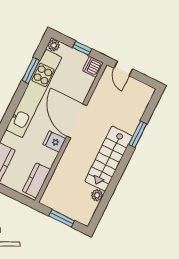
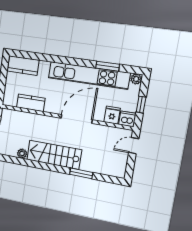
fridge: (54, 142) -> (112, 115), moved
kitchen counter: (36, 180) -> (31, 103), moved

